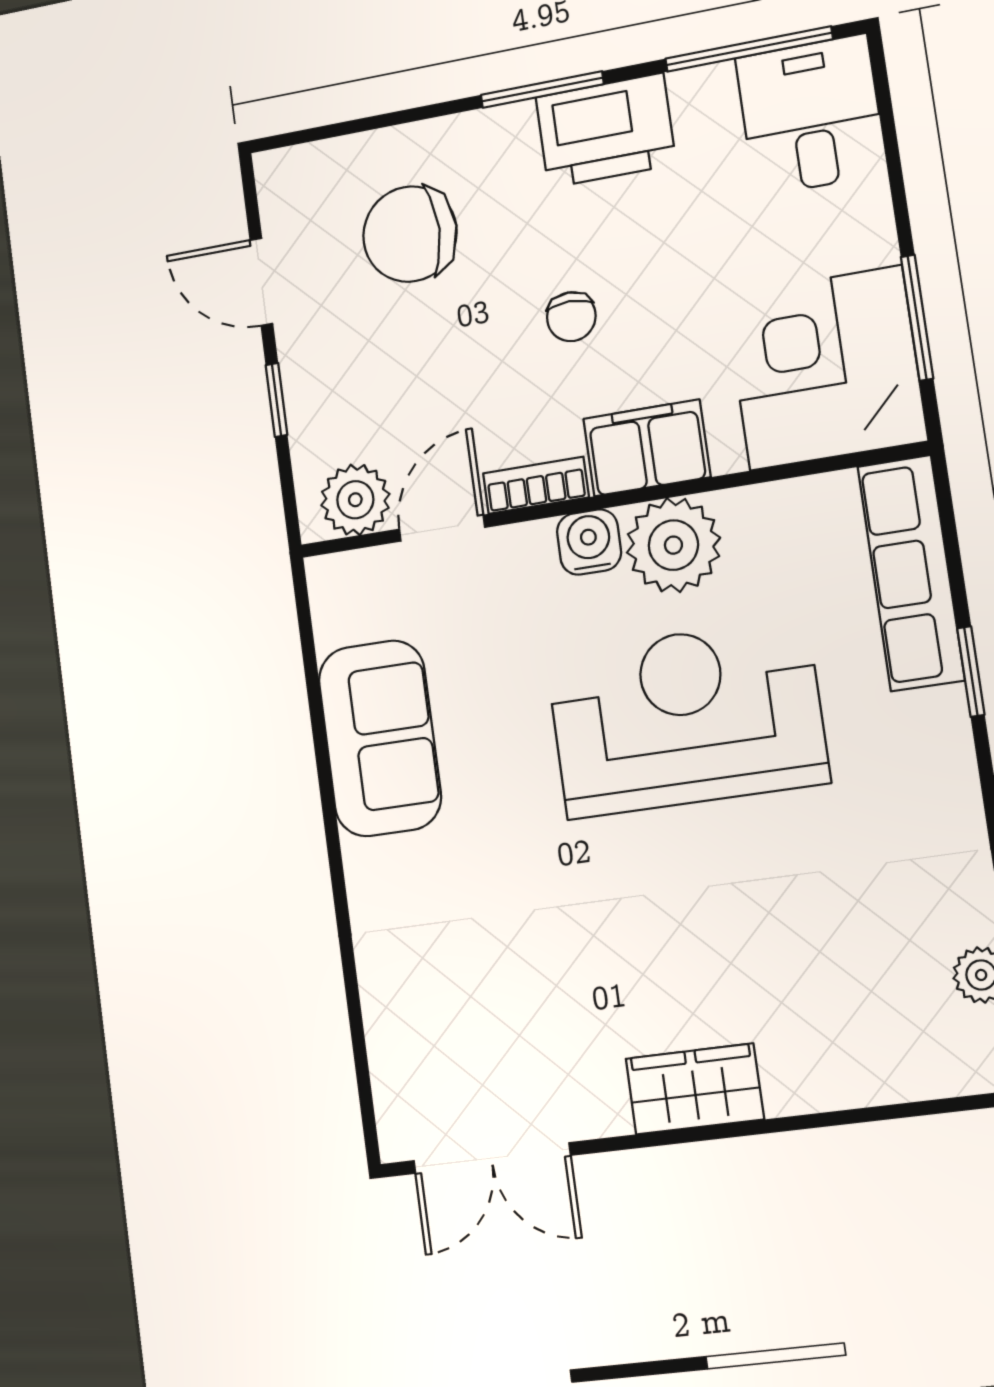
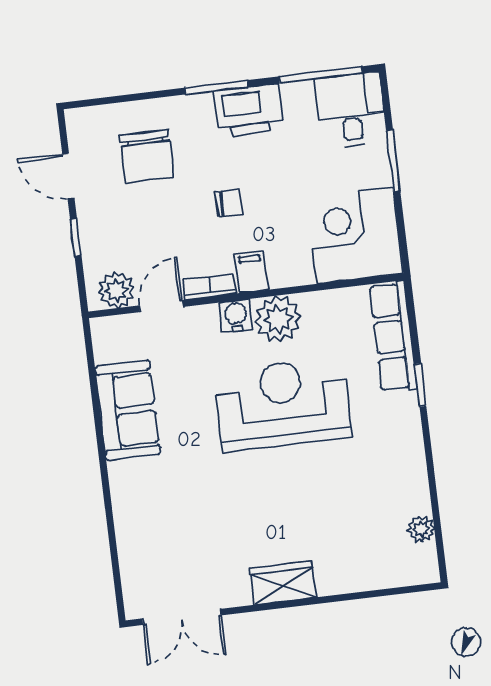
chair: (410, 234) -> (147, 156), turned -90
chair: (571, 317) -> (229, 203), turned -90
window: (917, 318) -> (393, 161), moved
filing cabinet: (647, 448) -> (251, 272), width x0.50

